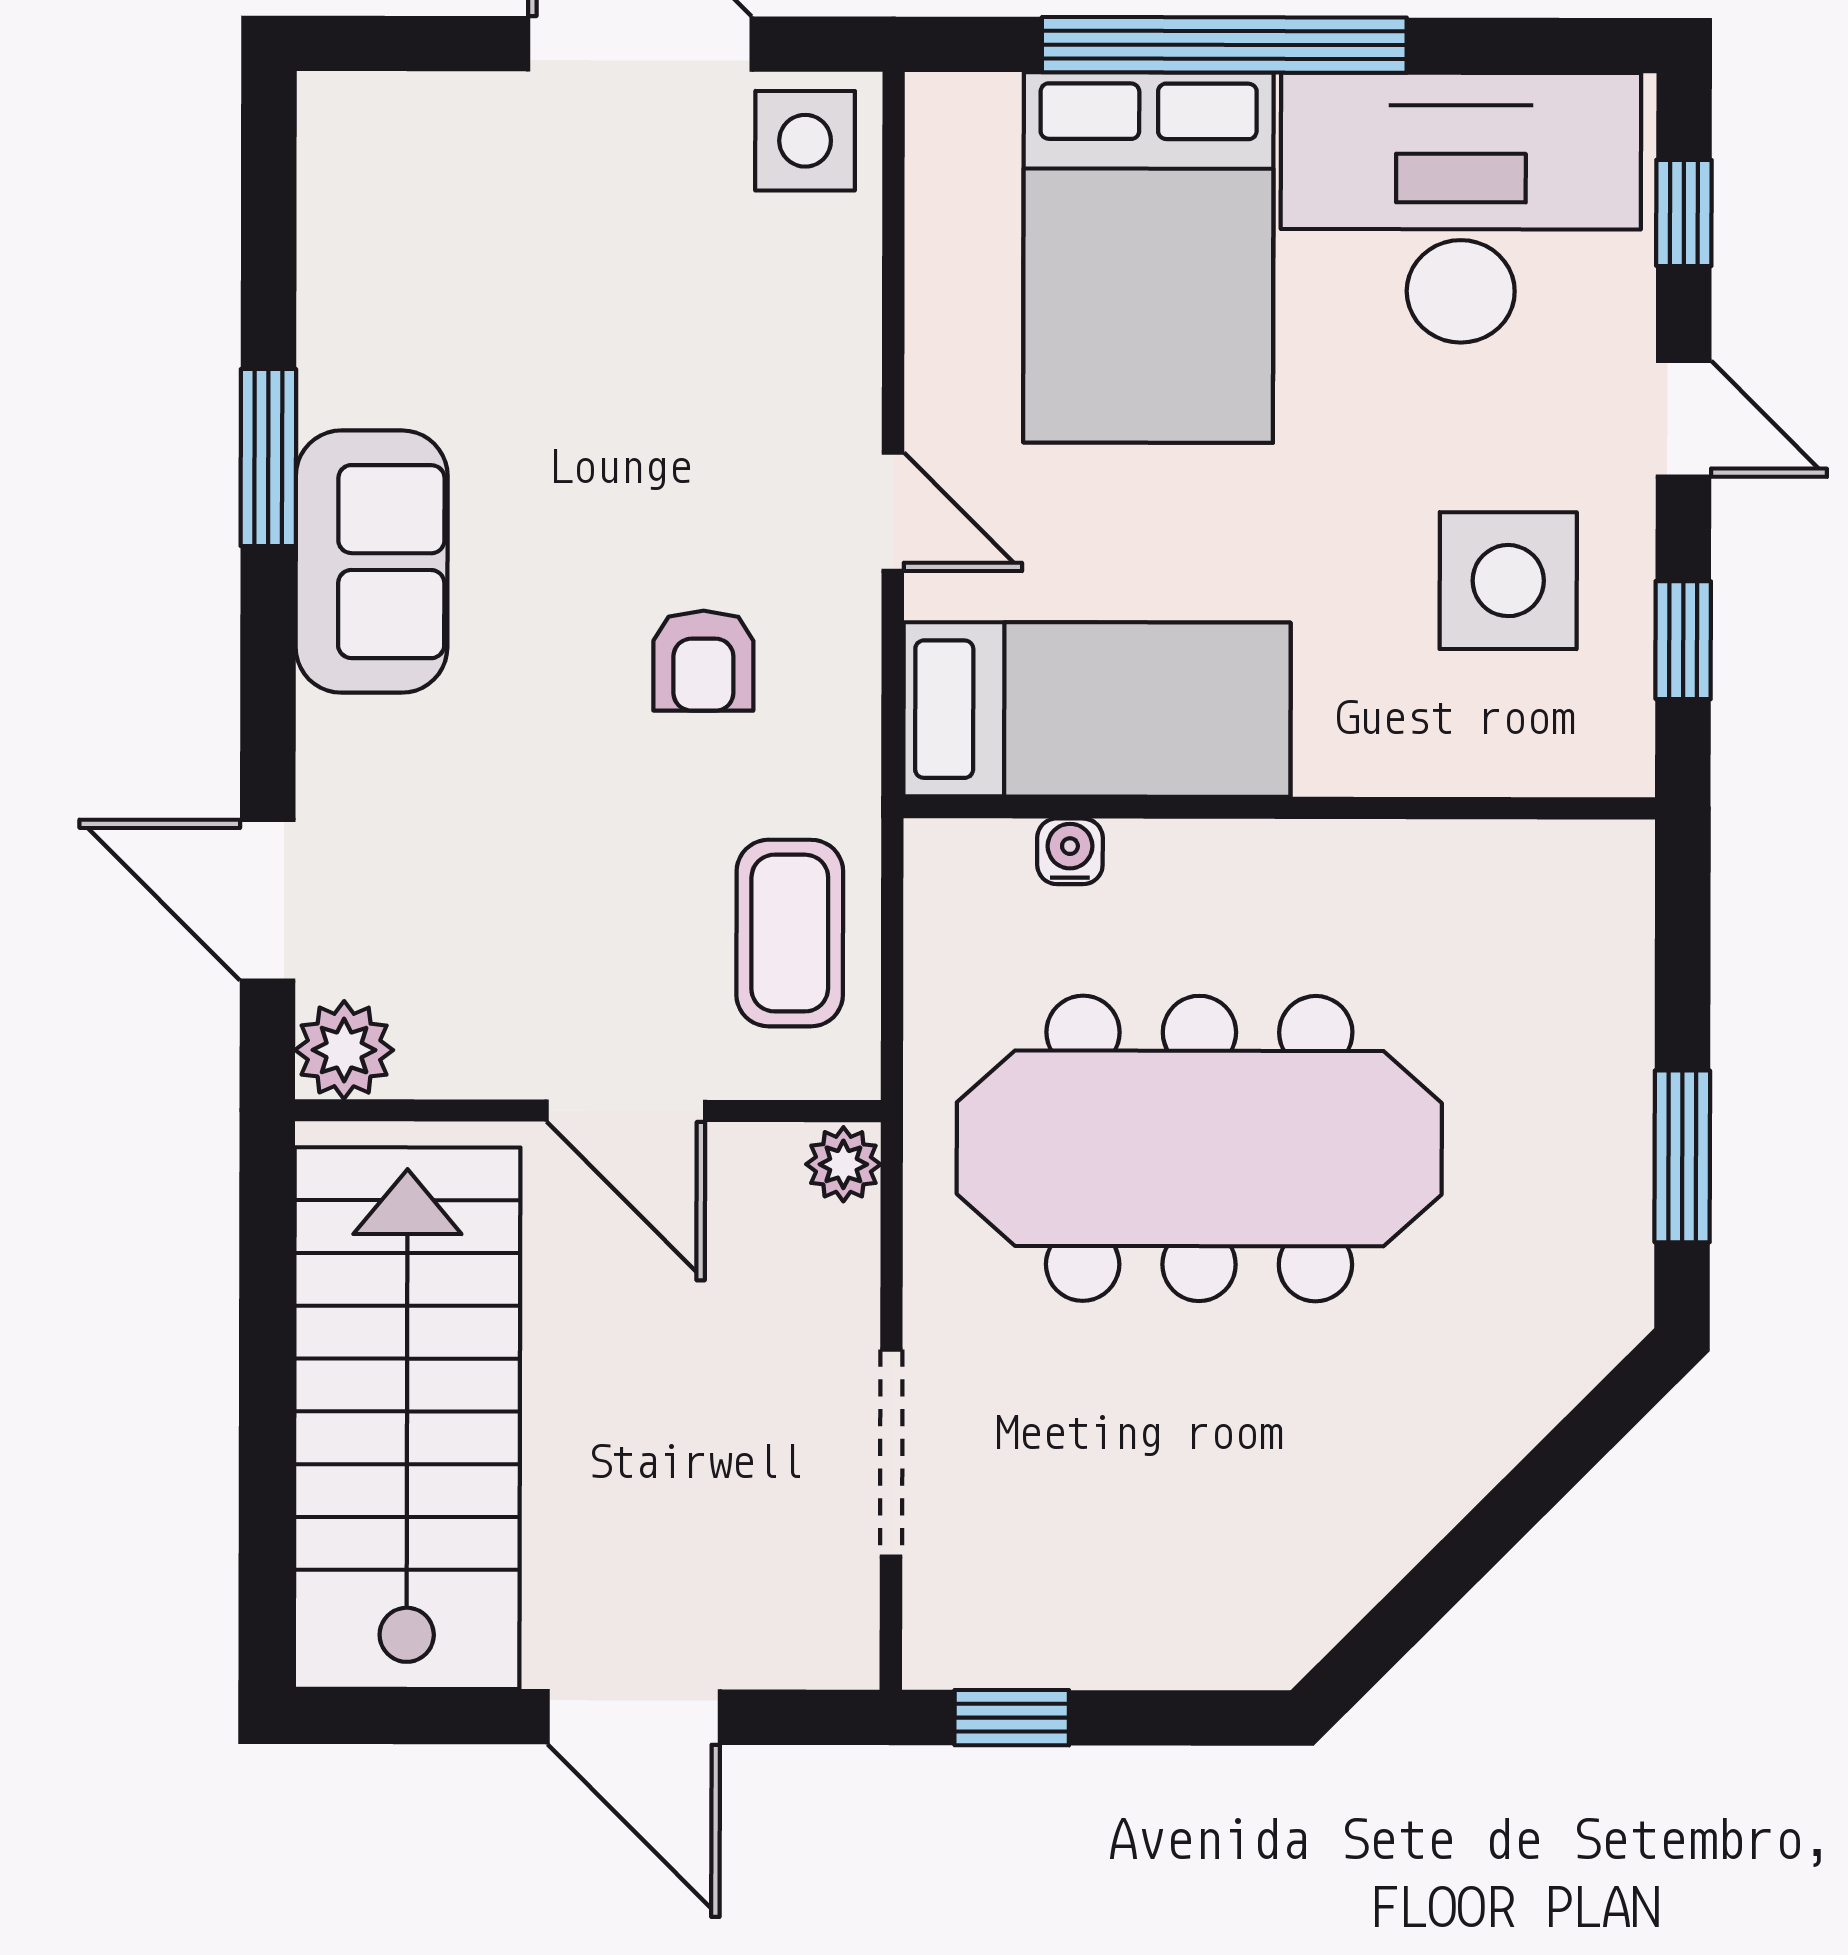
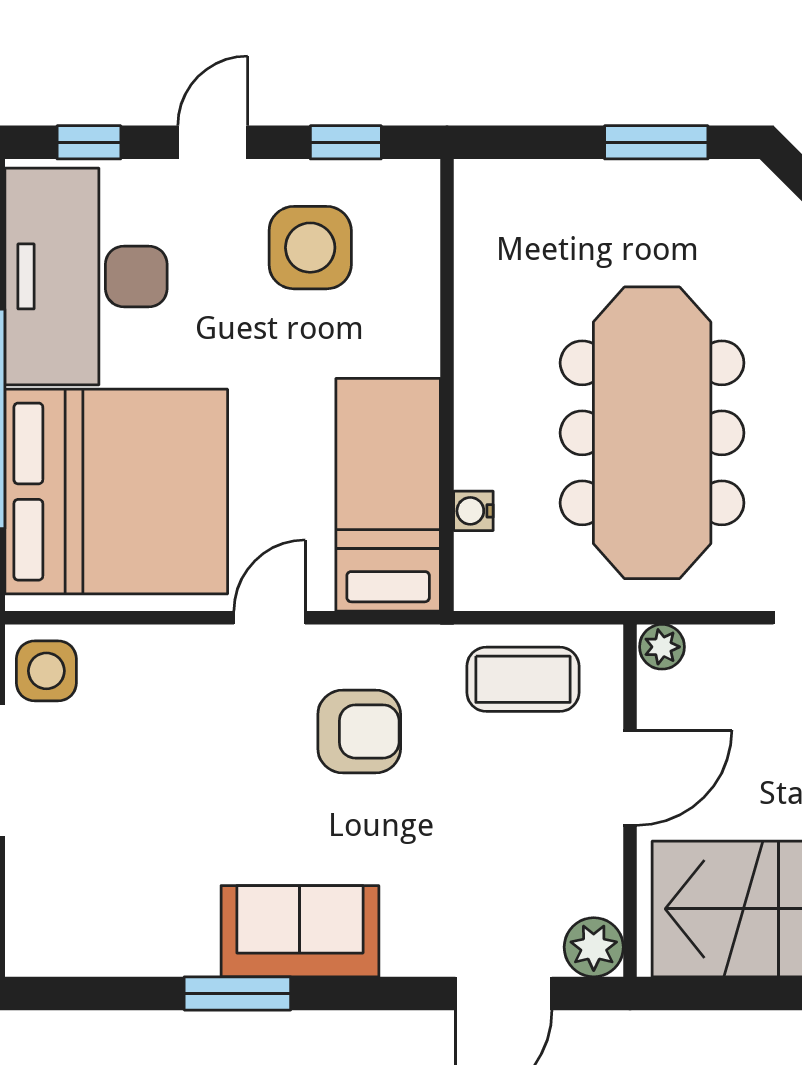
bed: (1148, 257) -> (116, 492), width x1.36
armchair: (703, 661) -> (359, 731), width x1.38, depth x1.38

